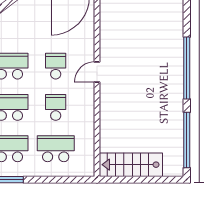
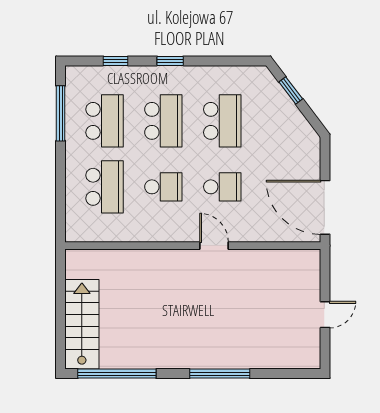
window: (187, 68) -> (220, 374), width x0.68
stairs: (131, 165) -> (82, 324), moved

